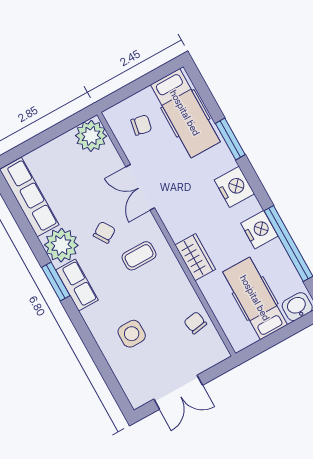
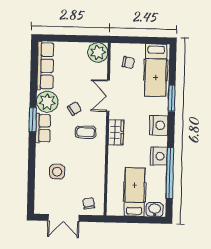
wardrobe: (195, 257) -> (116, 132), moved
chair: (195, 323) -> (89, 203), moved

